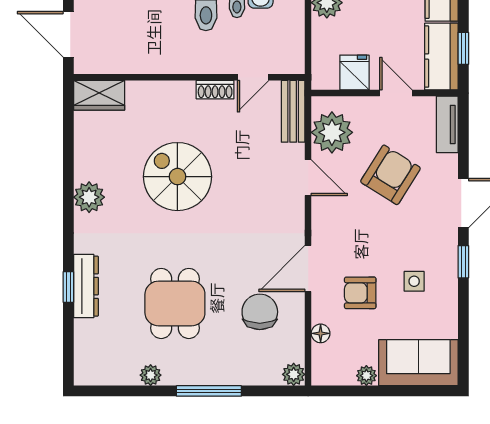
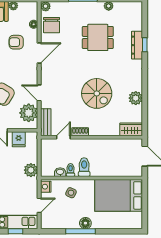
plant: (89, 197) -> (136, 98), moved
armchair: (360, 293) -> (16, 42), turned 180
dining table: (175, 303) -> (98, 37), turned 90
chair: (260, 312) -> (52, 25), moved

